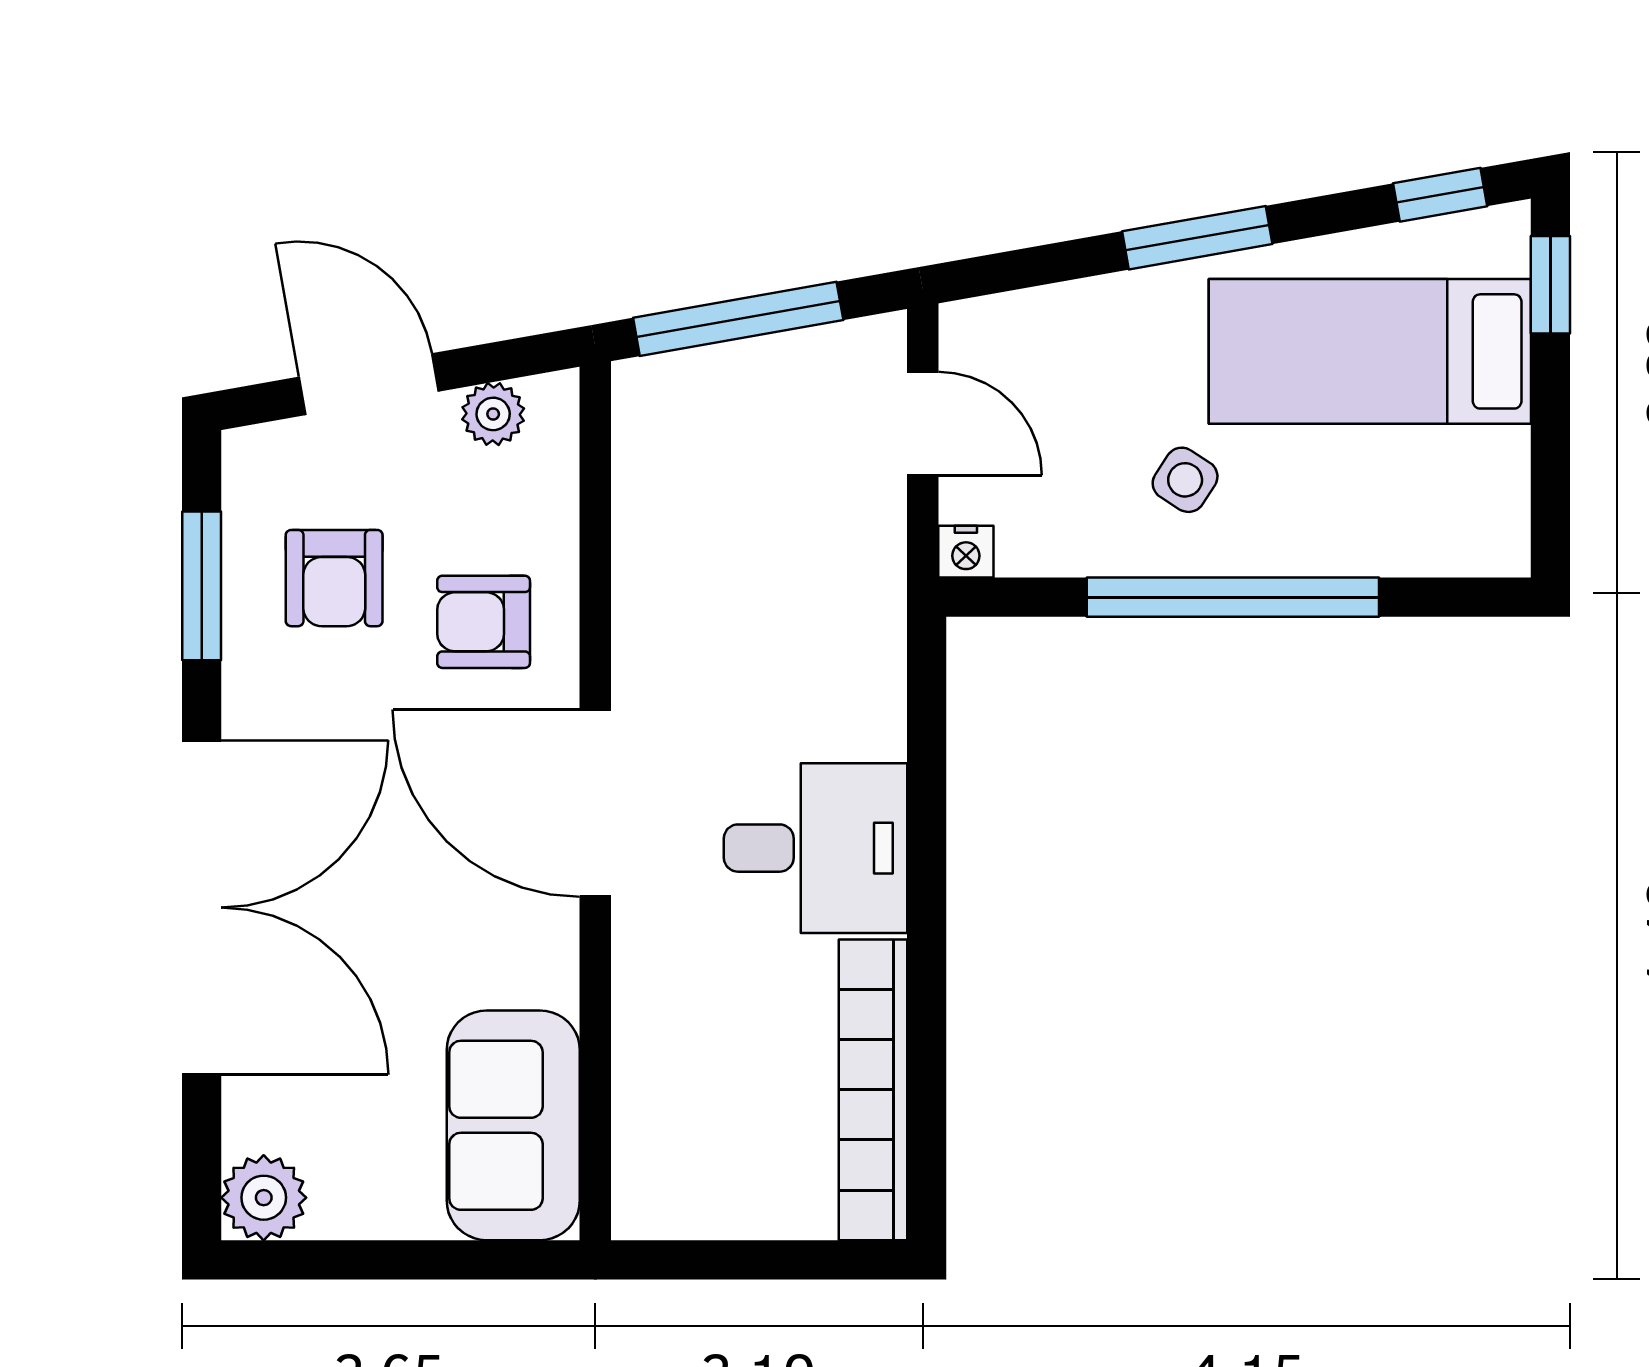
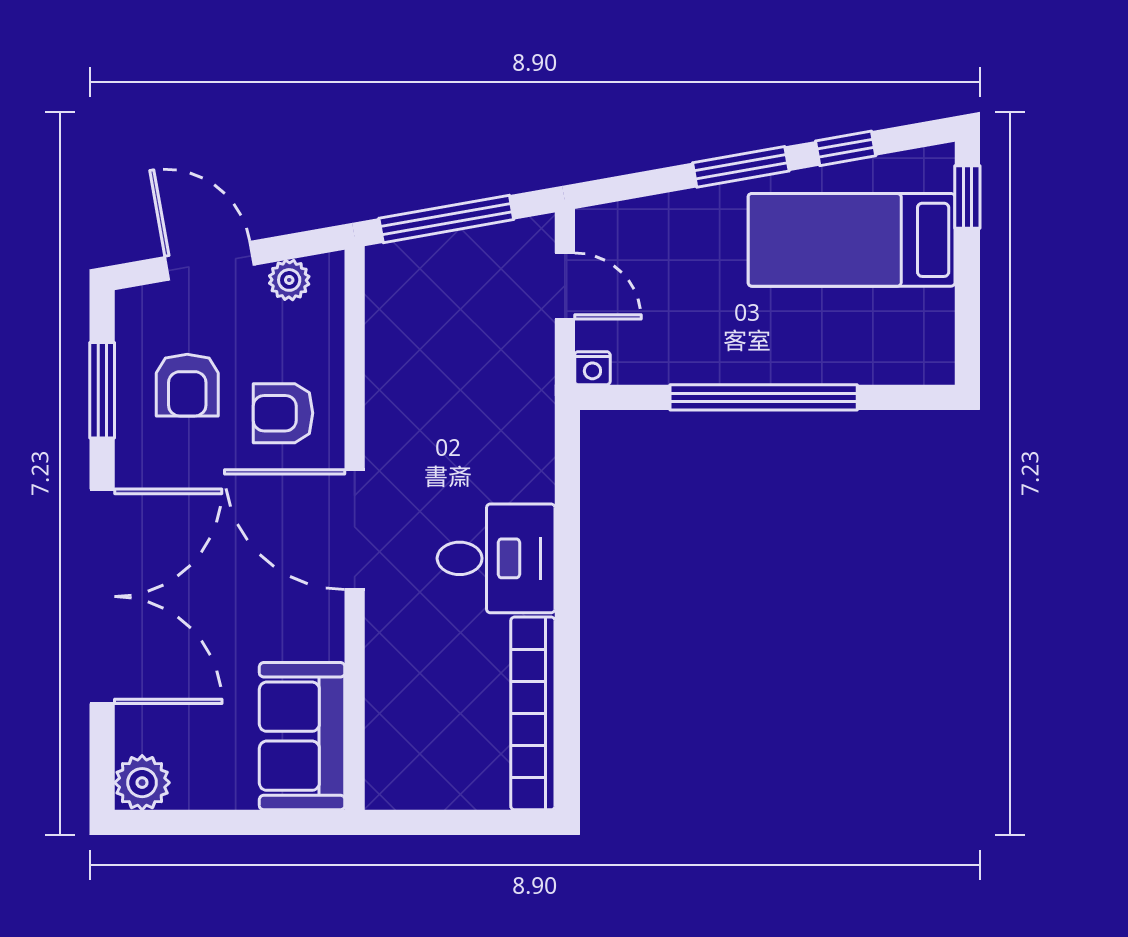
window: (1440, 195) -> (846, 148), moved
side table: (1185, 480) -> (733, 322), removed

